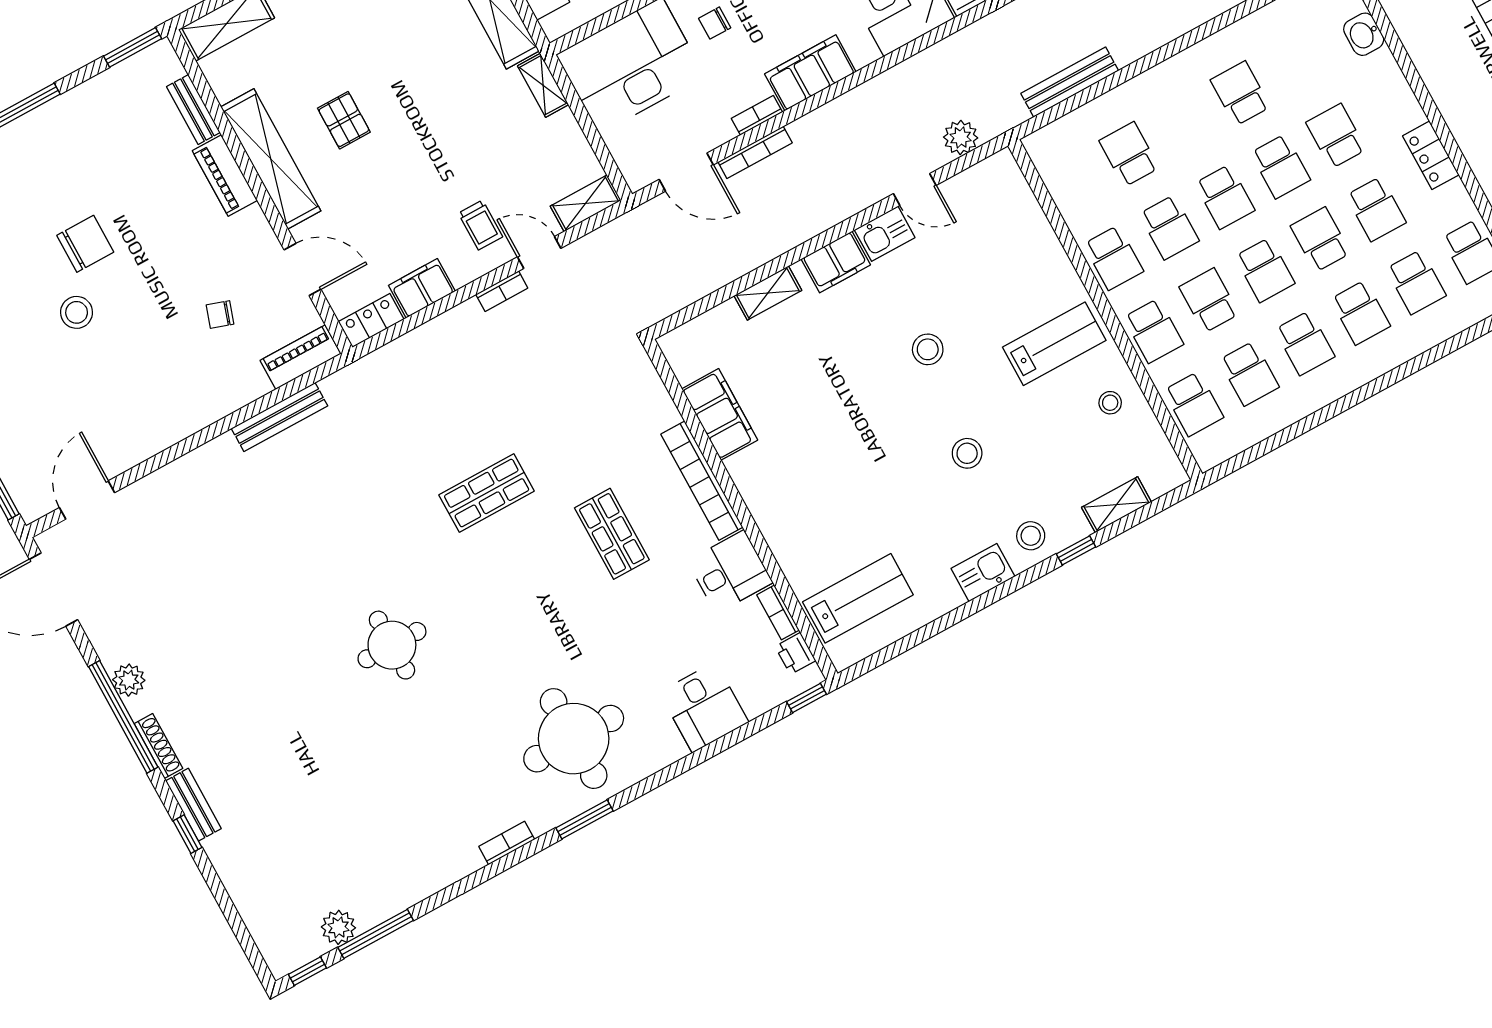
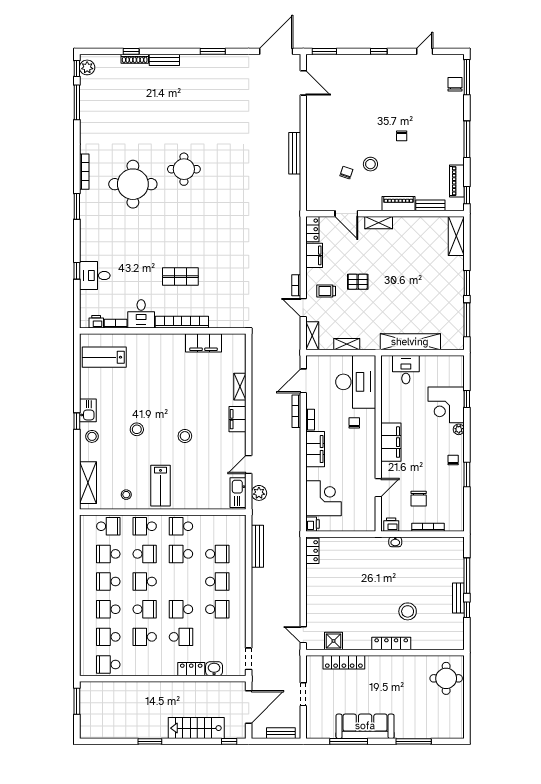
window: (133, 47) -> (467, 195), width x0.67
shelving: (543, 85) -> (347, 344), moved
pallet: (344, 120) -> (358, 282), moved
locker: (1431, 155) -> (191, 669), moved
shelving: (271, 159) -> (379, 223), width x0.45, depth x0.75
school desk: (1225, 197) -> (217, 582), moved, turned 180
kitchen sink: (885, 234) -> (238, 493), moved, width x1.38
chair: (85, 244) -> (402, 136), width x0.54, depth x0.54
door: (539, 253) -> (303, 308), swing flipped
door: (303, 270) -> (346, 214), hinge flipped
stool: (77, 312) -> (370, 164), moved
piano: (300, 357) -> (457, 181), moved, turned 180
school desk: (1193, 404) -> (108, 526), turned 180
bench: (279, 417) -> (295, 153), moved
shop shelf: (487, 493) -> (222, 237), removed
shelving: (1116, 505) -> (88, 483), width x1.50, depth x1.33
window: (1076, 550) -> (77, 421), moved
lab bench: (858, 598) -> (104, 357), turned 90
plant: (129, 680) -> (226, 61), removed
window: (806, 698) -> (77, 271), moved
window: (123, 717) -> (213, 51), width x0.47
round table: (574, 739) -> (133, 184), moved
shoe rack: (158, 746) -> (135, 59), moved
window: (187, 834) -> (131, 51), moved
bookcase: (507, 843) -> (84, 172), width x1.56
plant: (338, 927) -> (87, 67), moved

